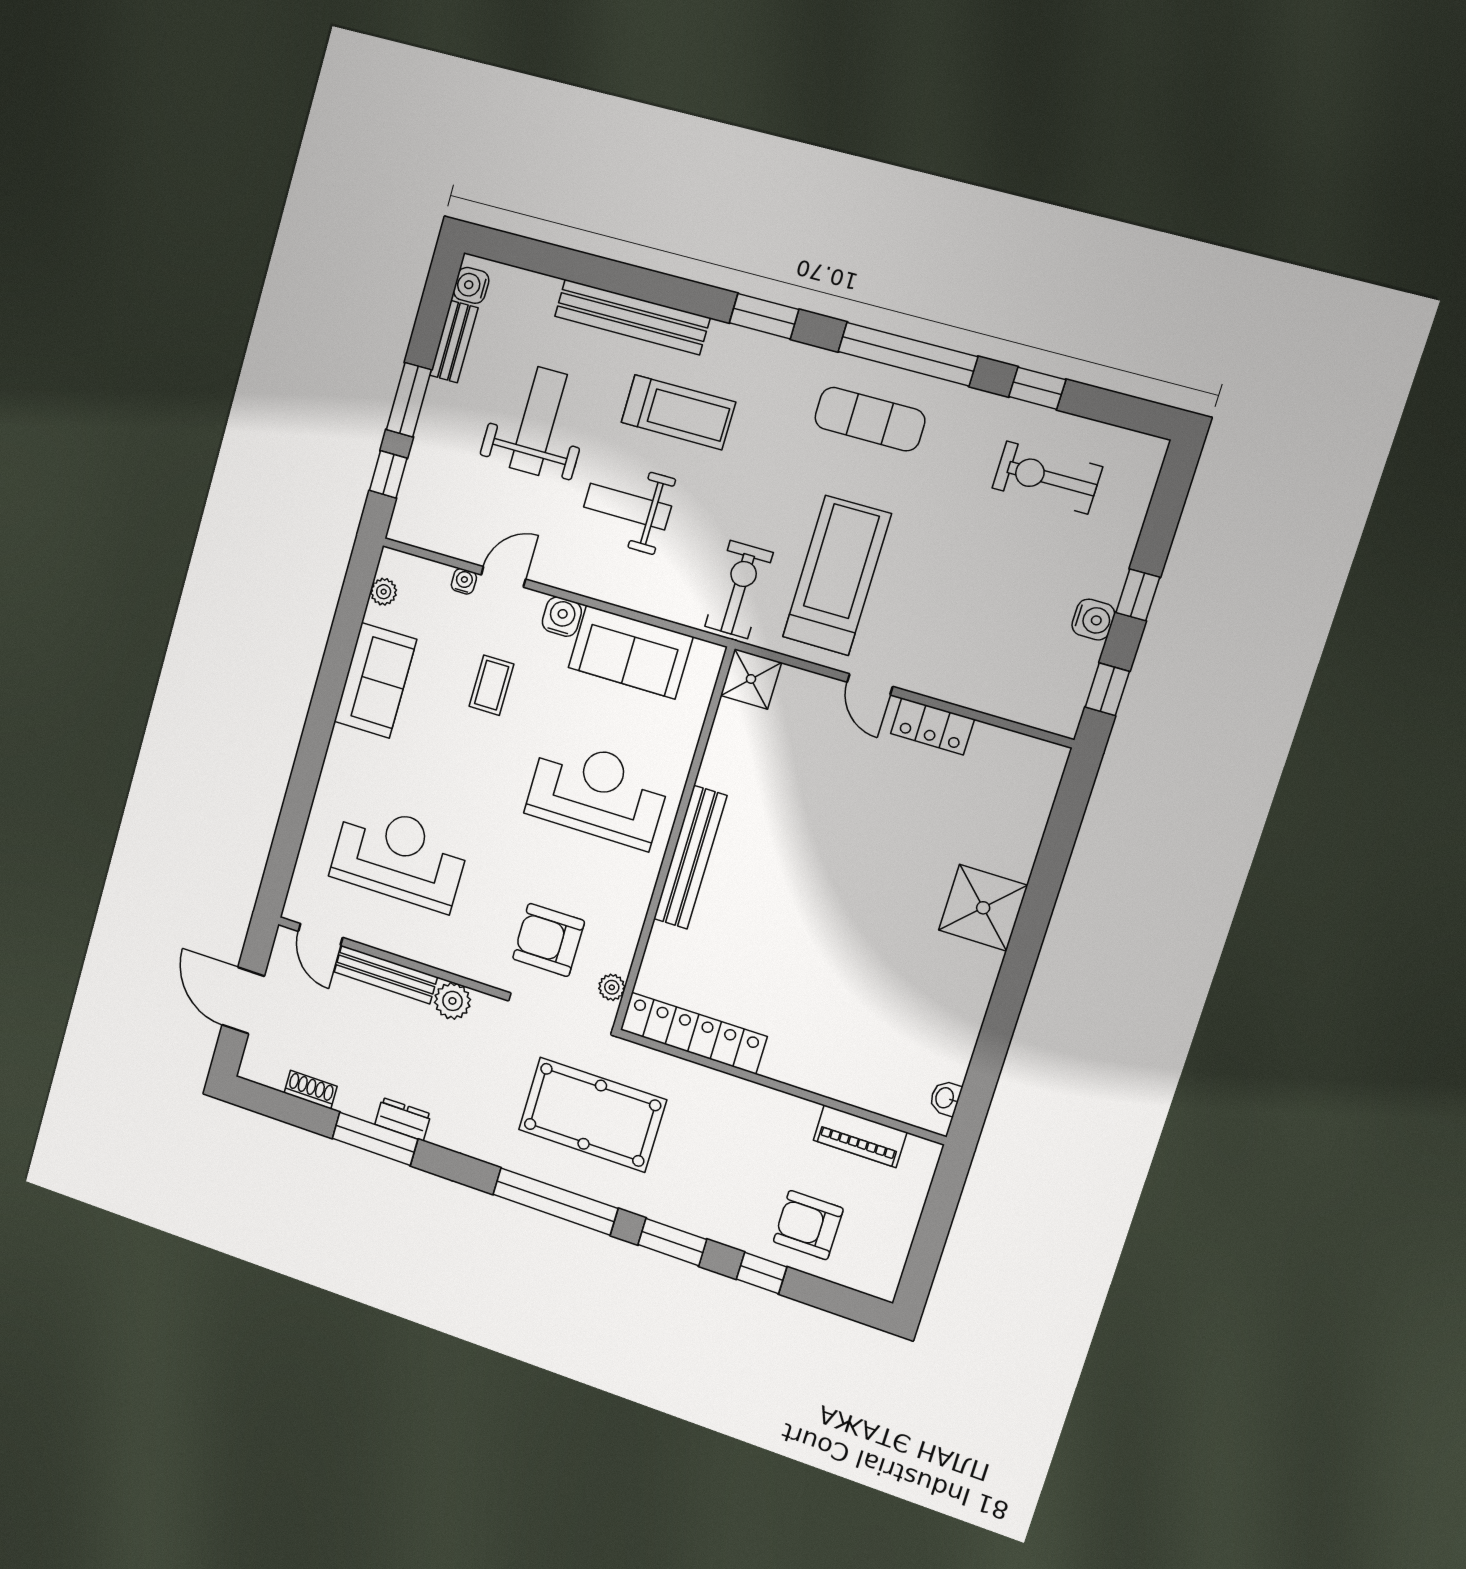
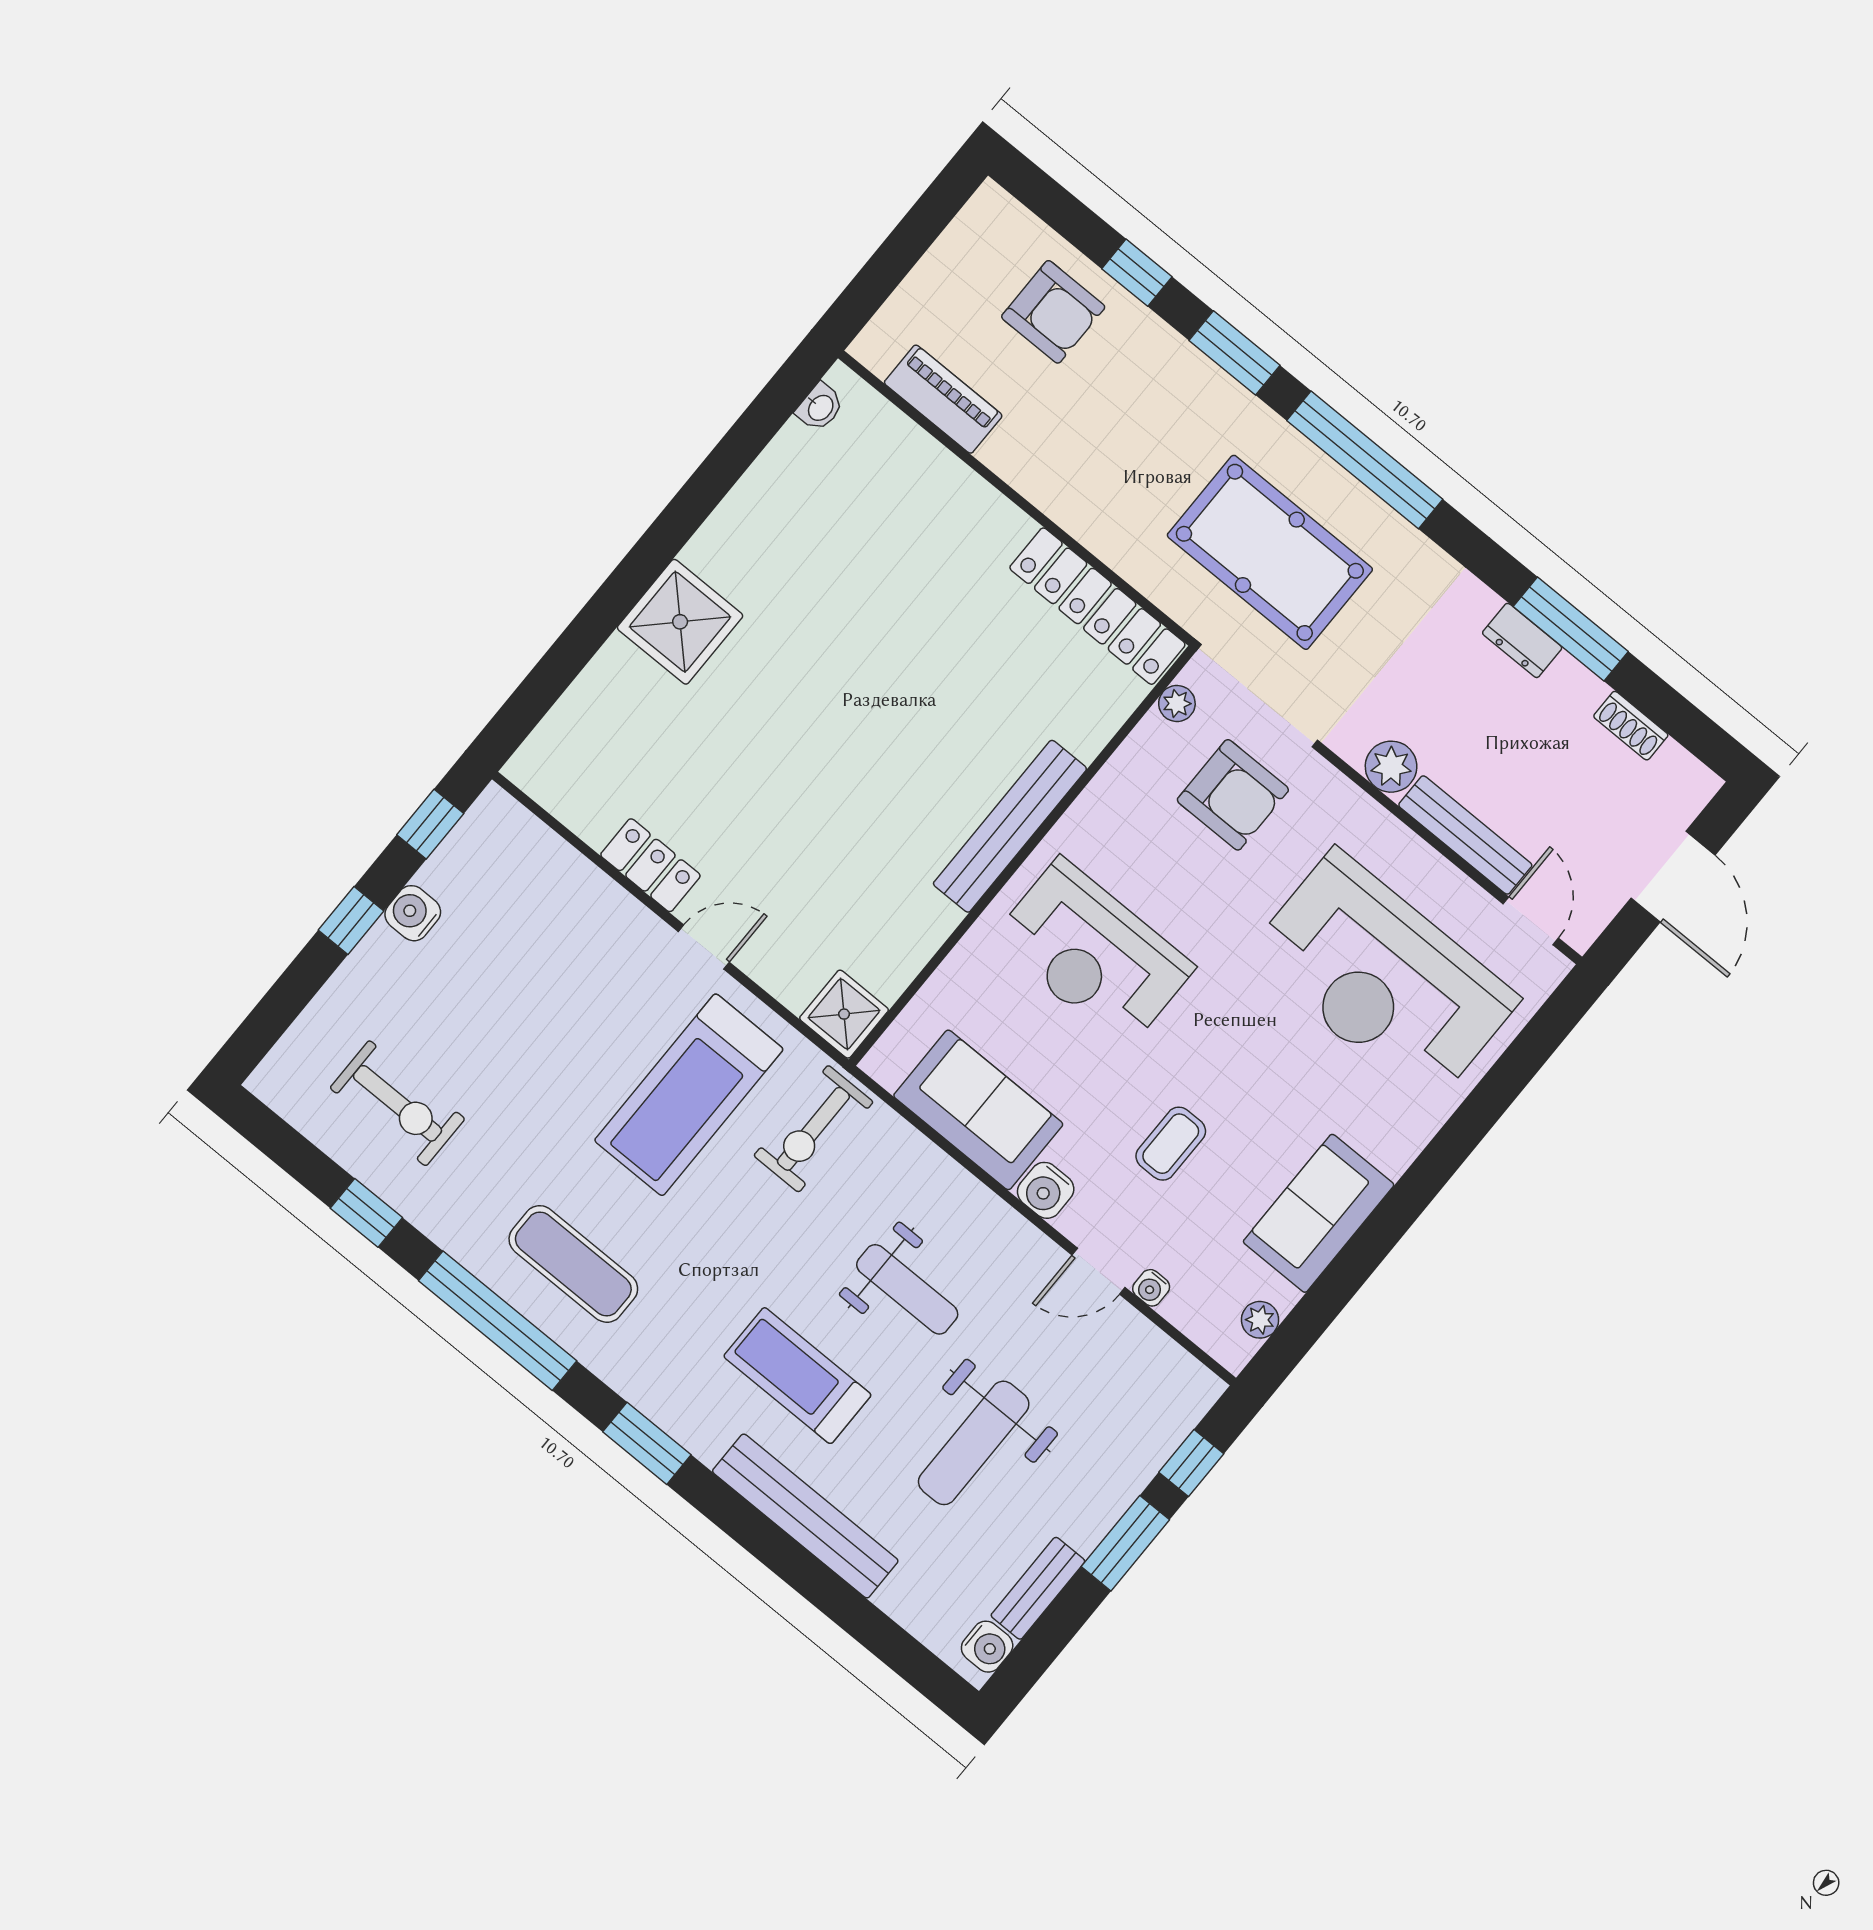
door: (870, 684) -> (704, 947), hinge flipped
reception desk: (399, 857) -> (1382, 978), width x1.36, depth x1.30

